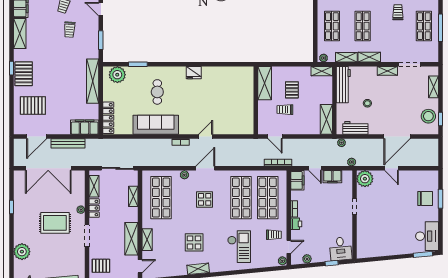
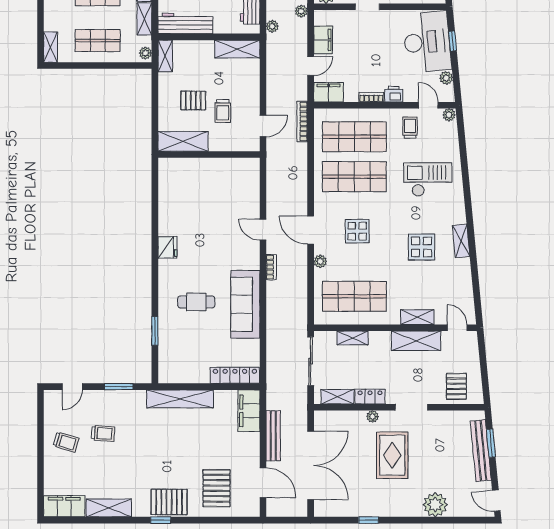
plant: (117, 75) -> (170, 362), removed
desk: (341, 249) -> (427, 42), width x1.87, depth x1.30

